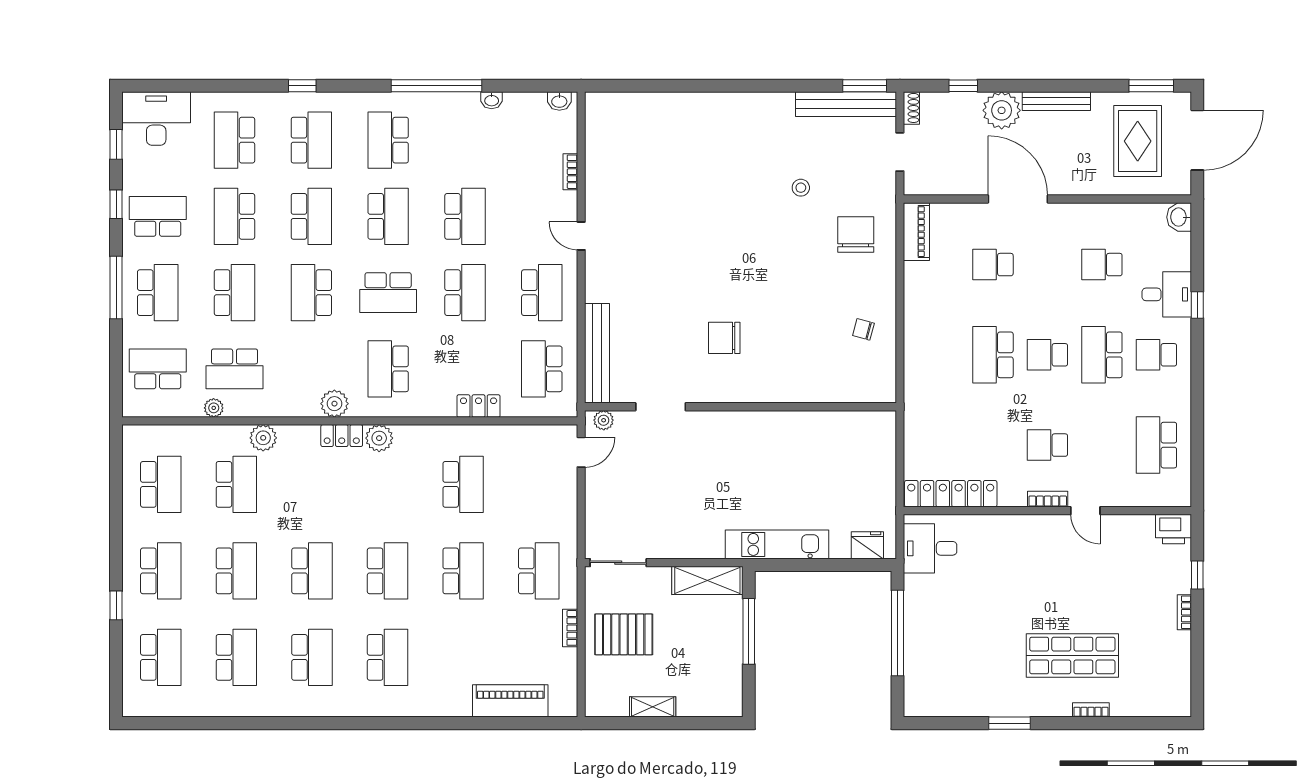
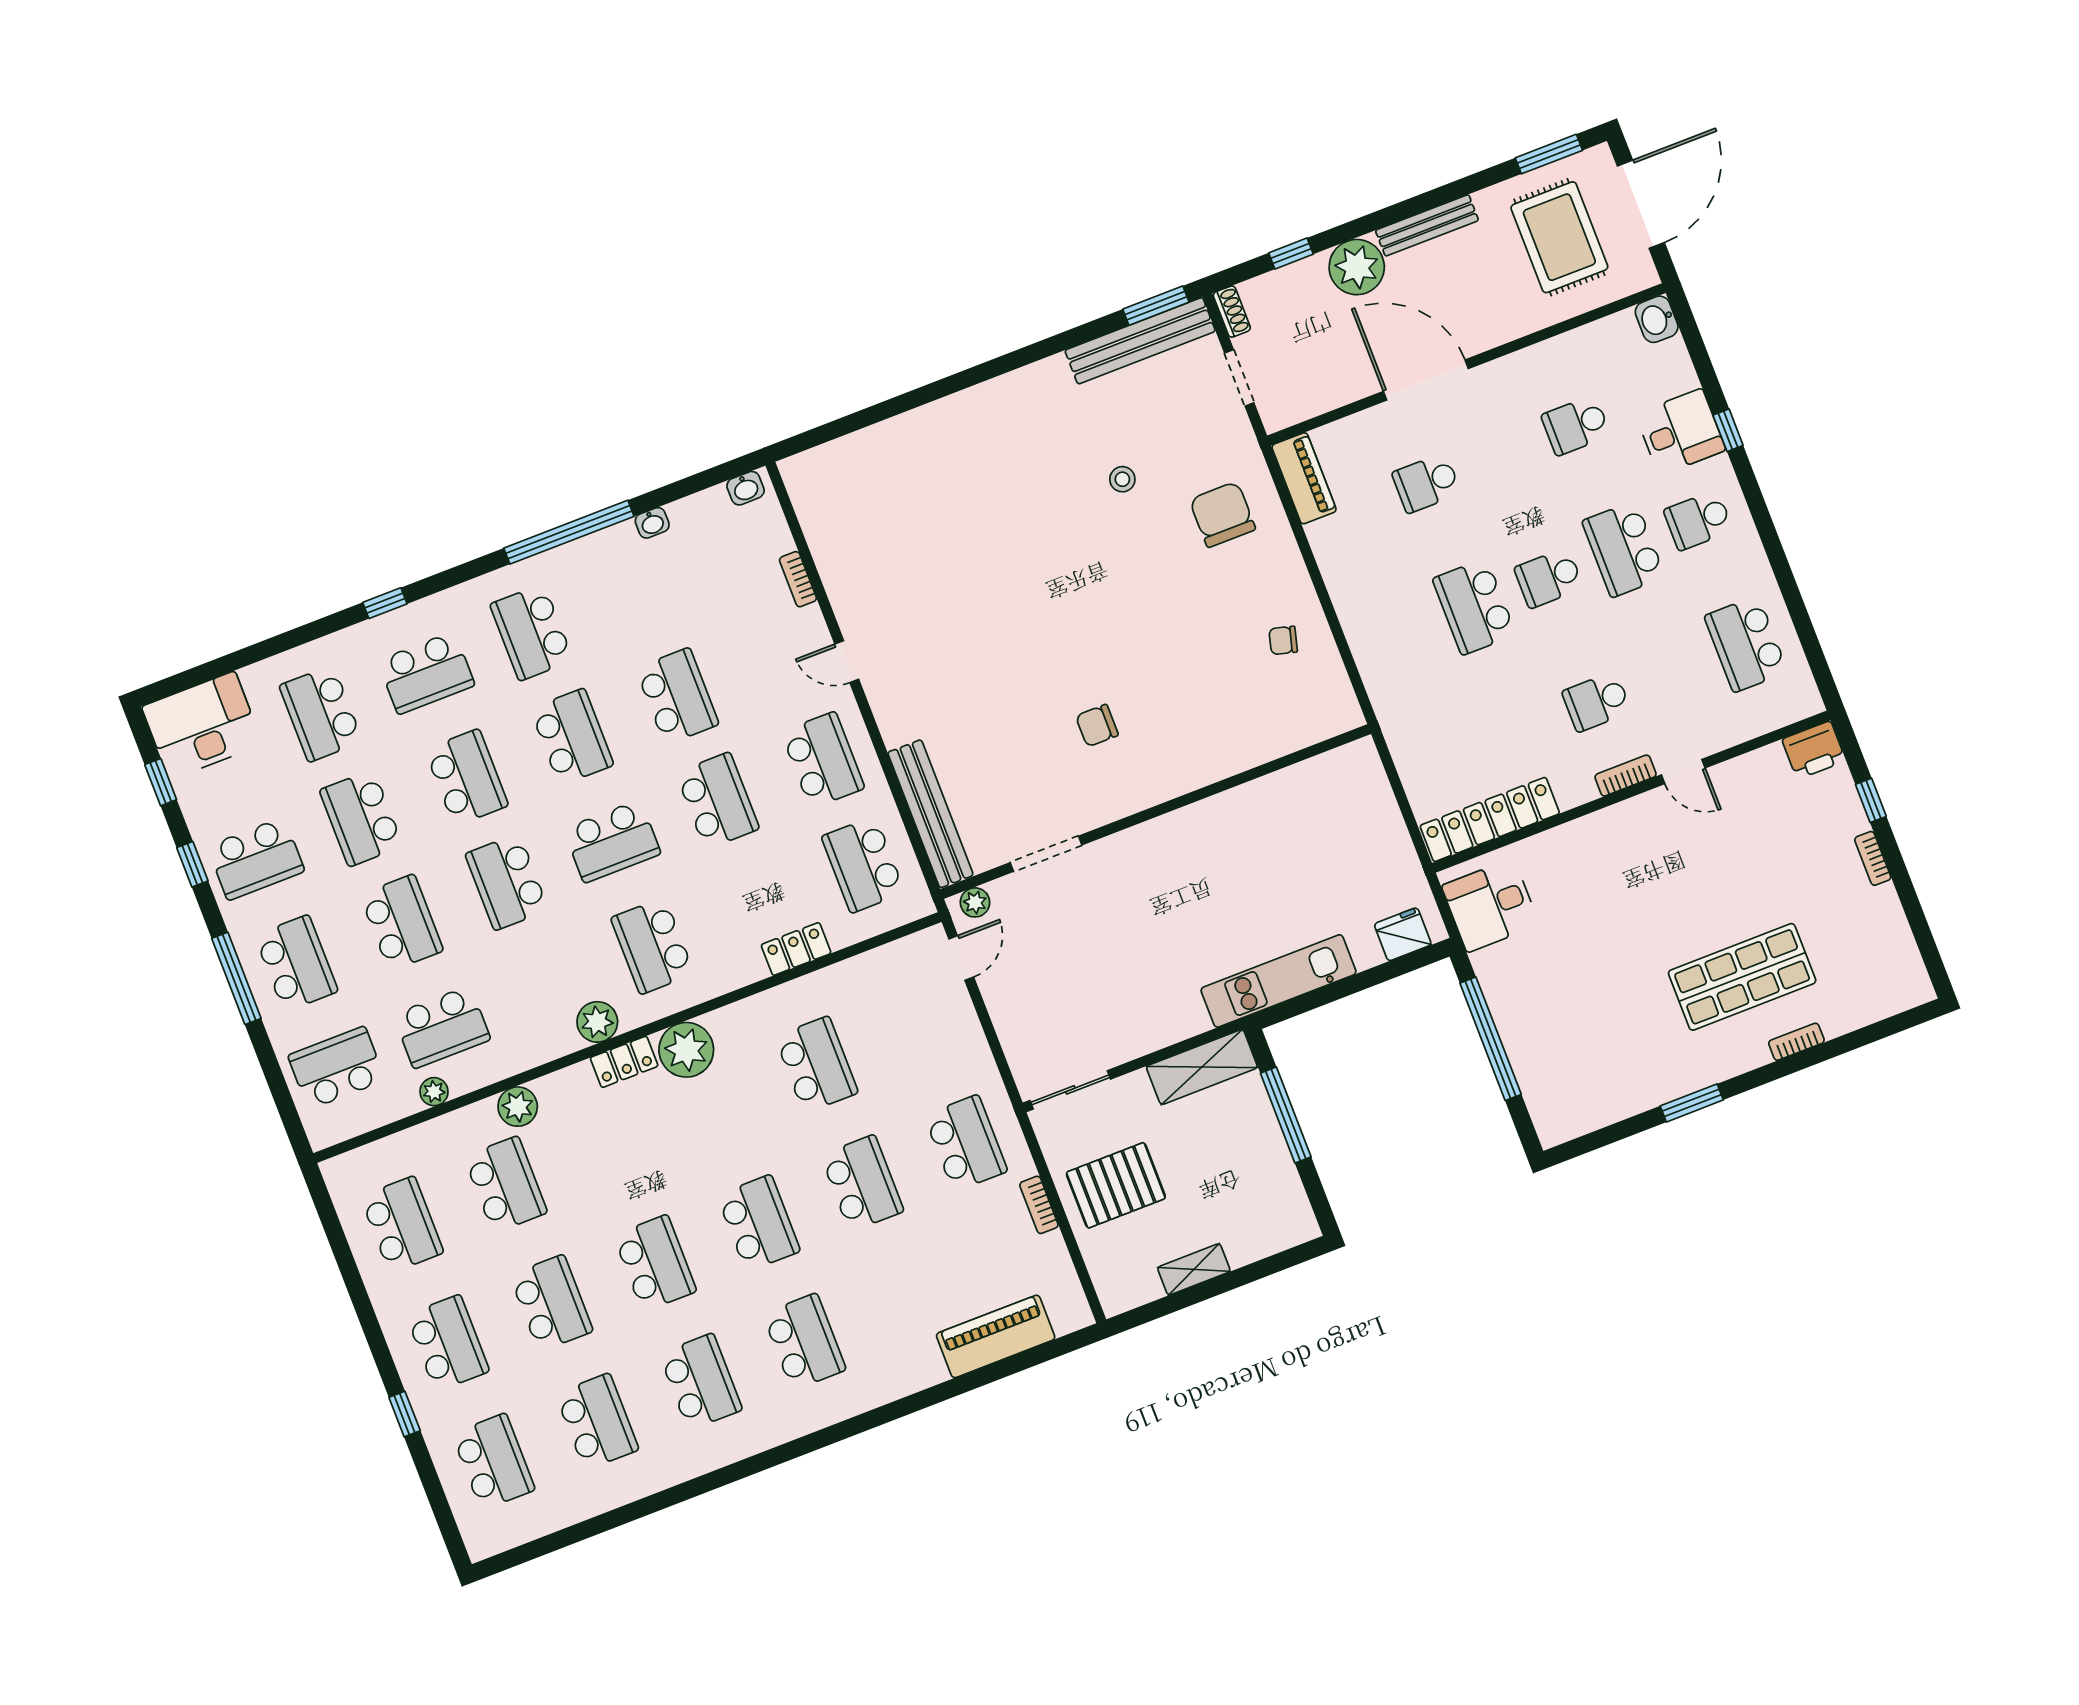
school desk: (311, 140) -> (426, 673), turned 90
school desk: (158, 216) -> (256, 859), turned 180
chair: (724, 338) -> (1097, 726), width x0.73, depth x0.73
plant: (379, 438) -> (686, 1050), width x1.36, depth x1.36

